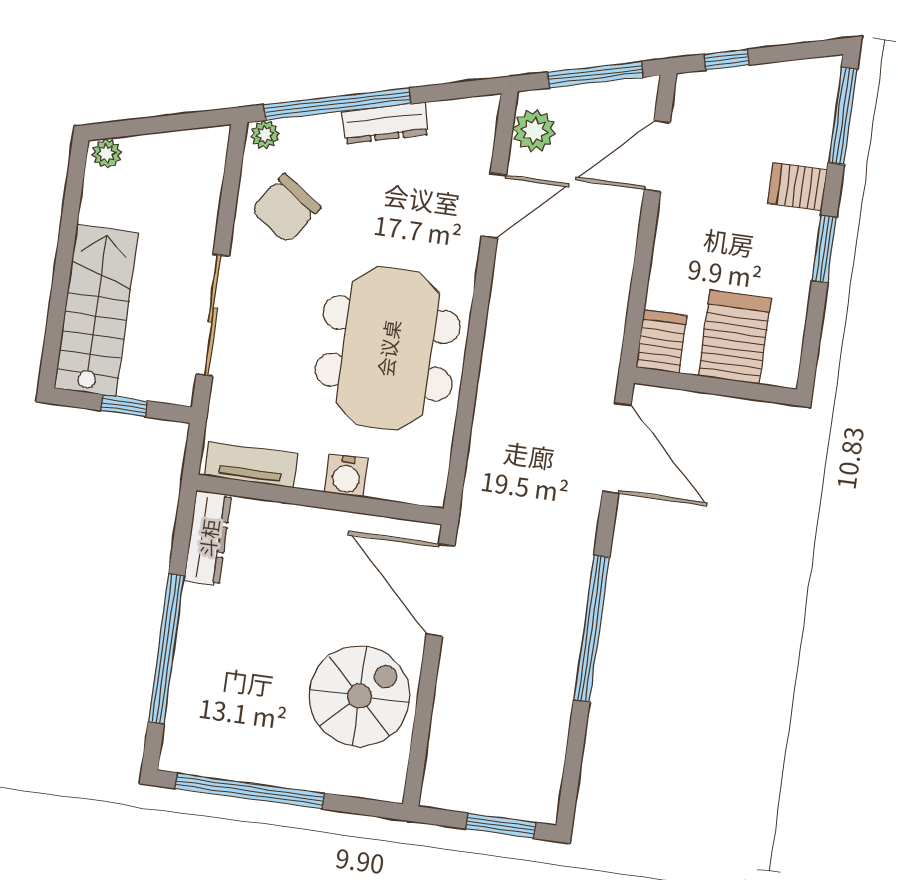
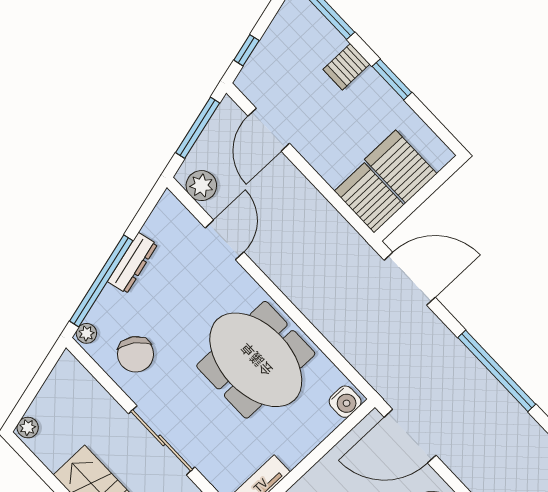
server rack: (661, 342) -> (369, 198), width x1.36, depth x1.44
water cooler: (346, 476) -> (345, 402), moved

